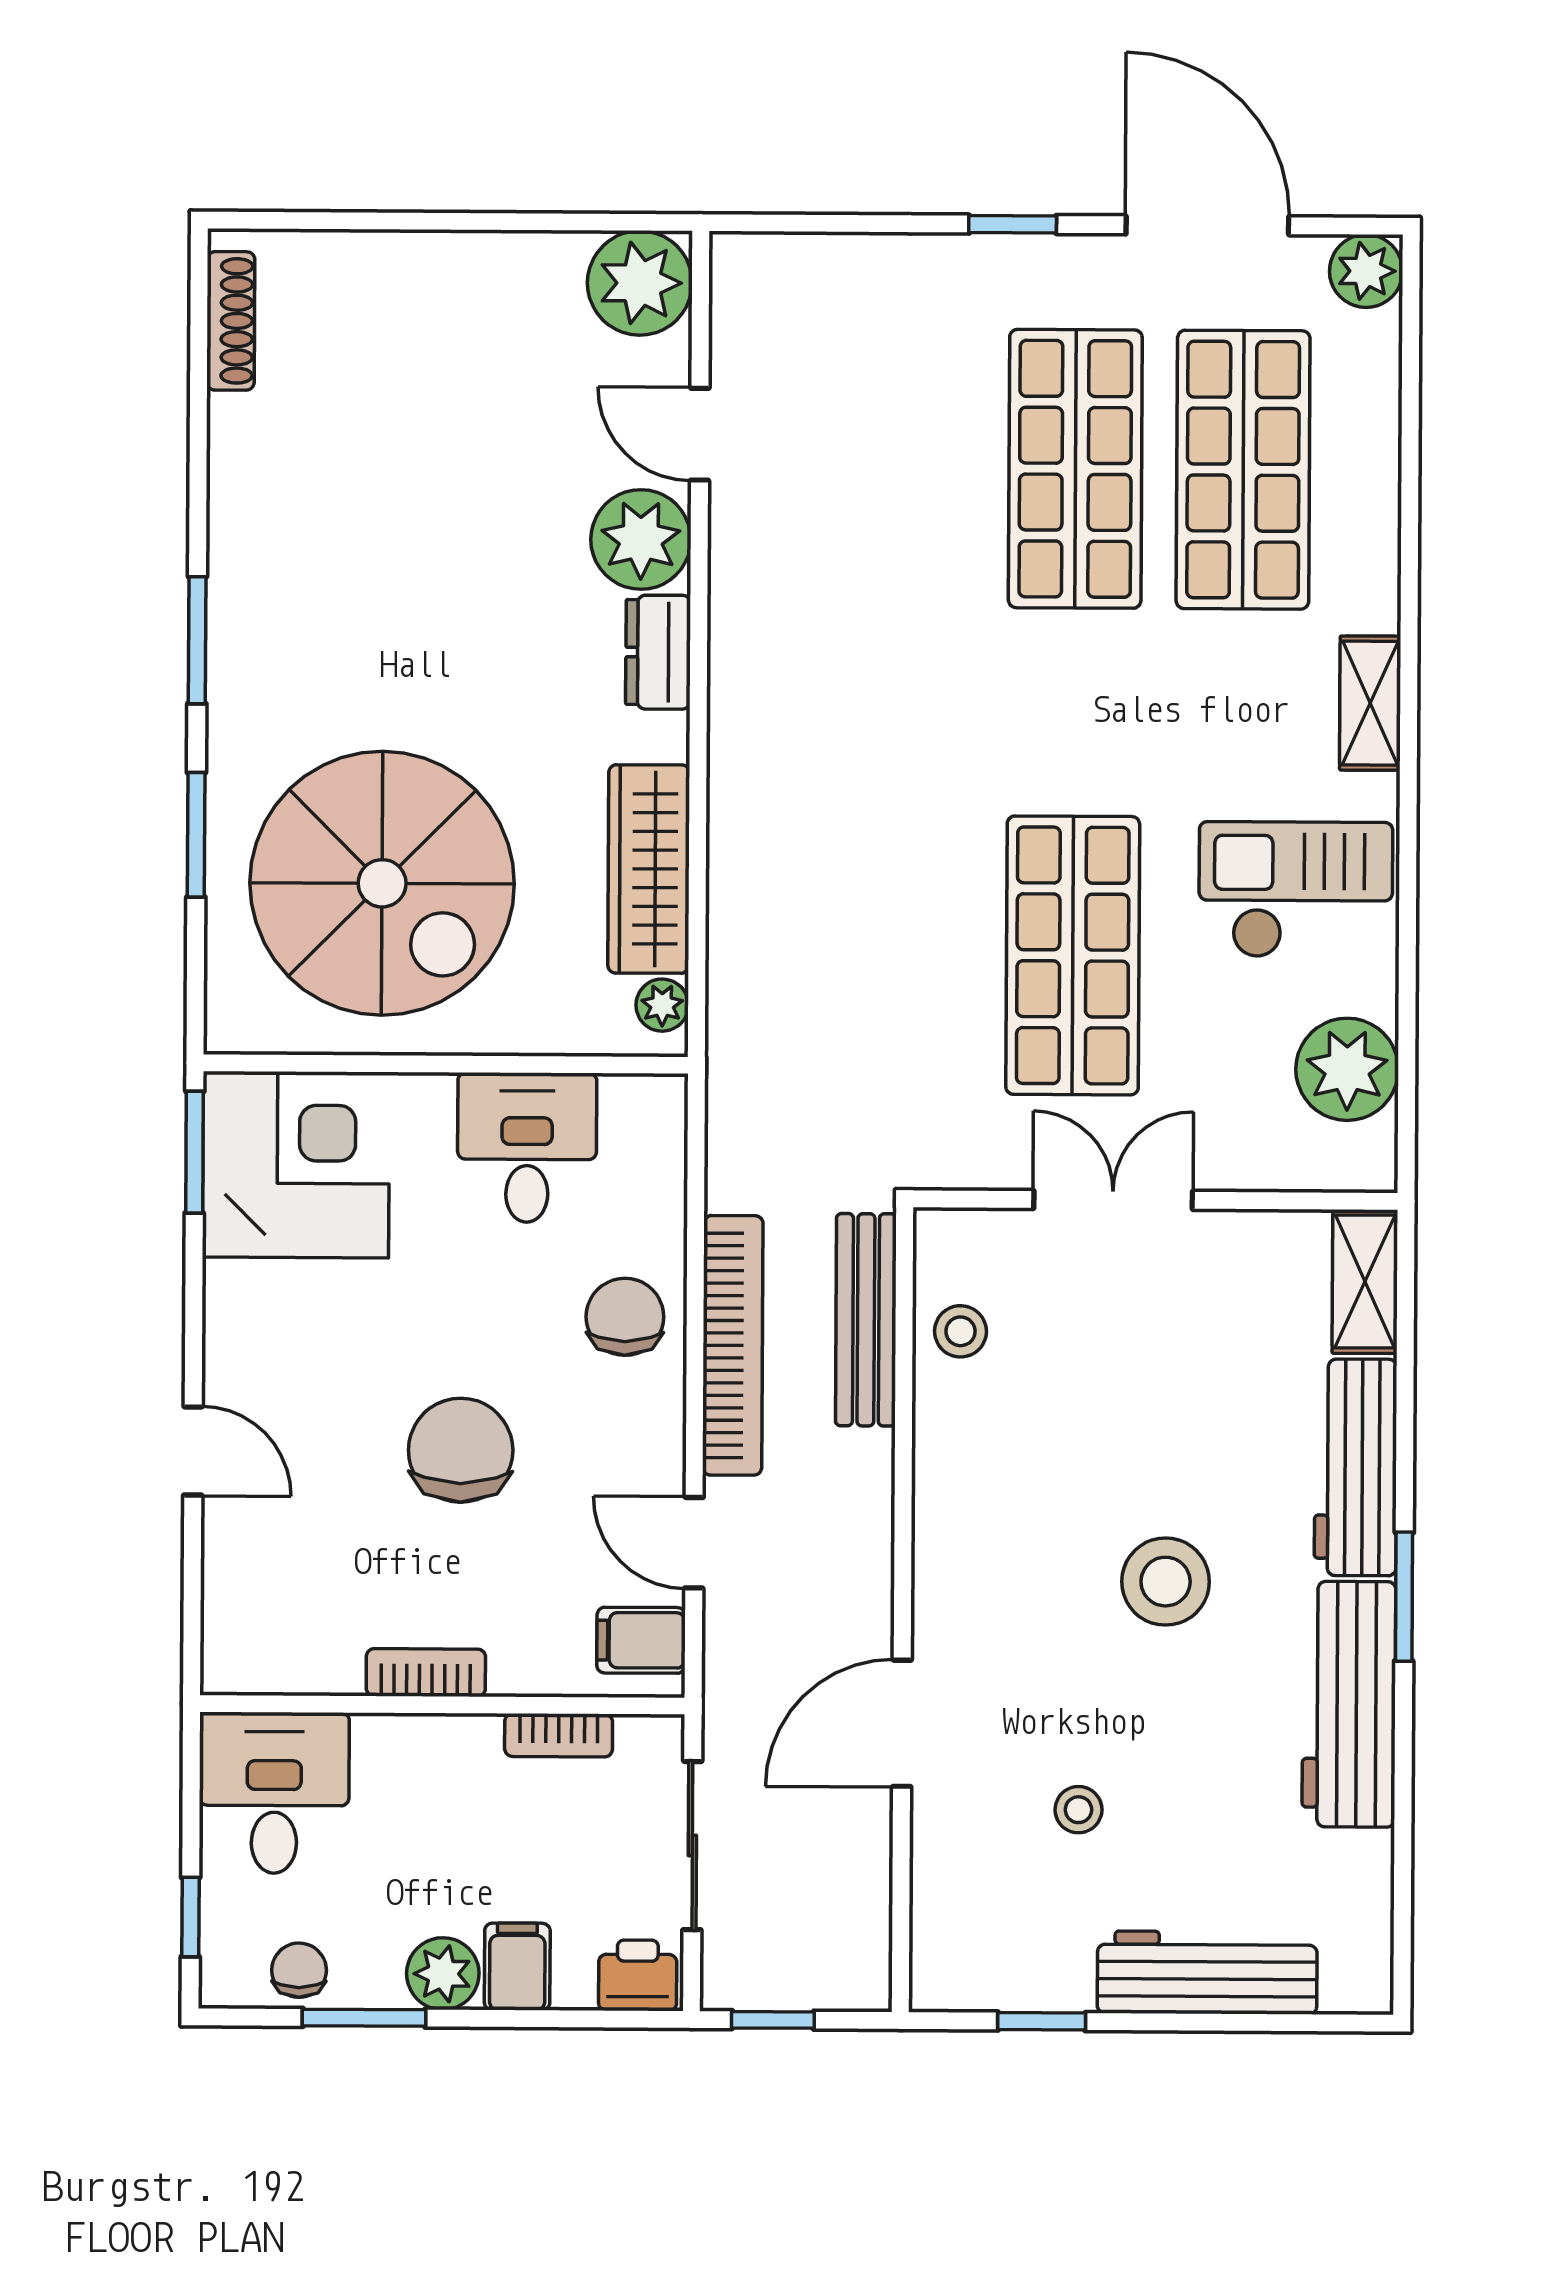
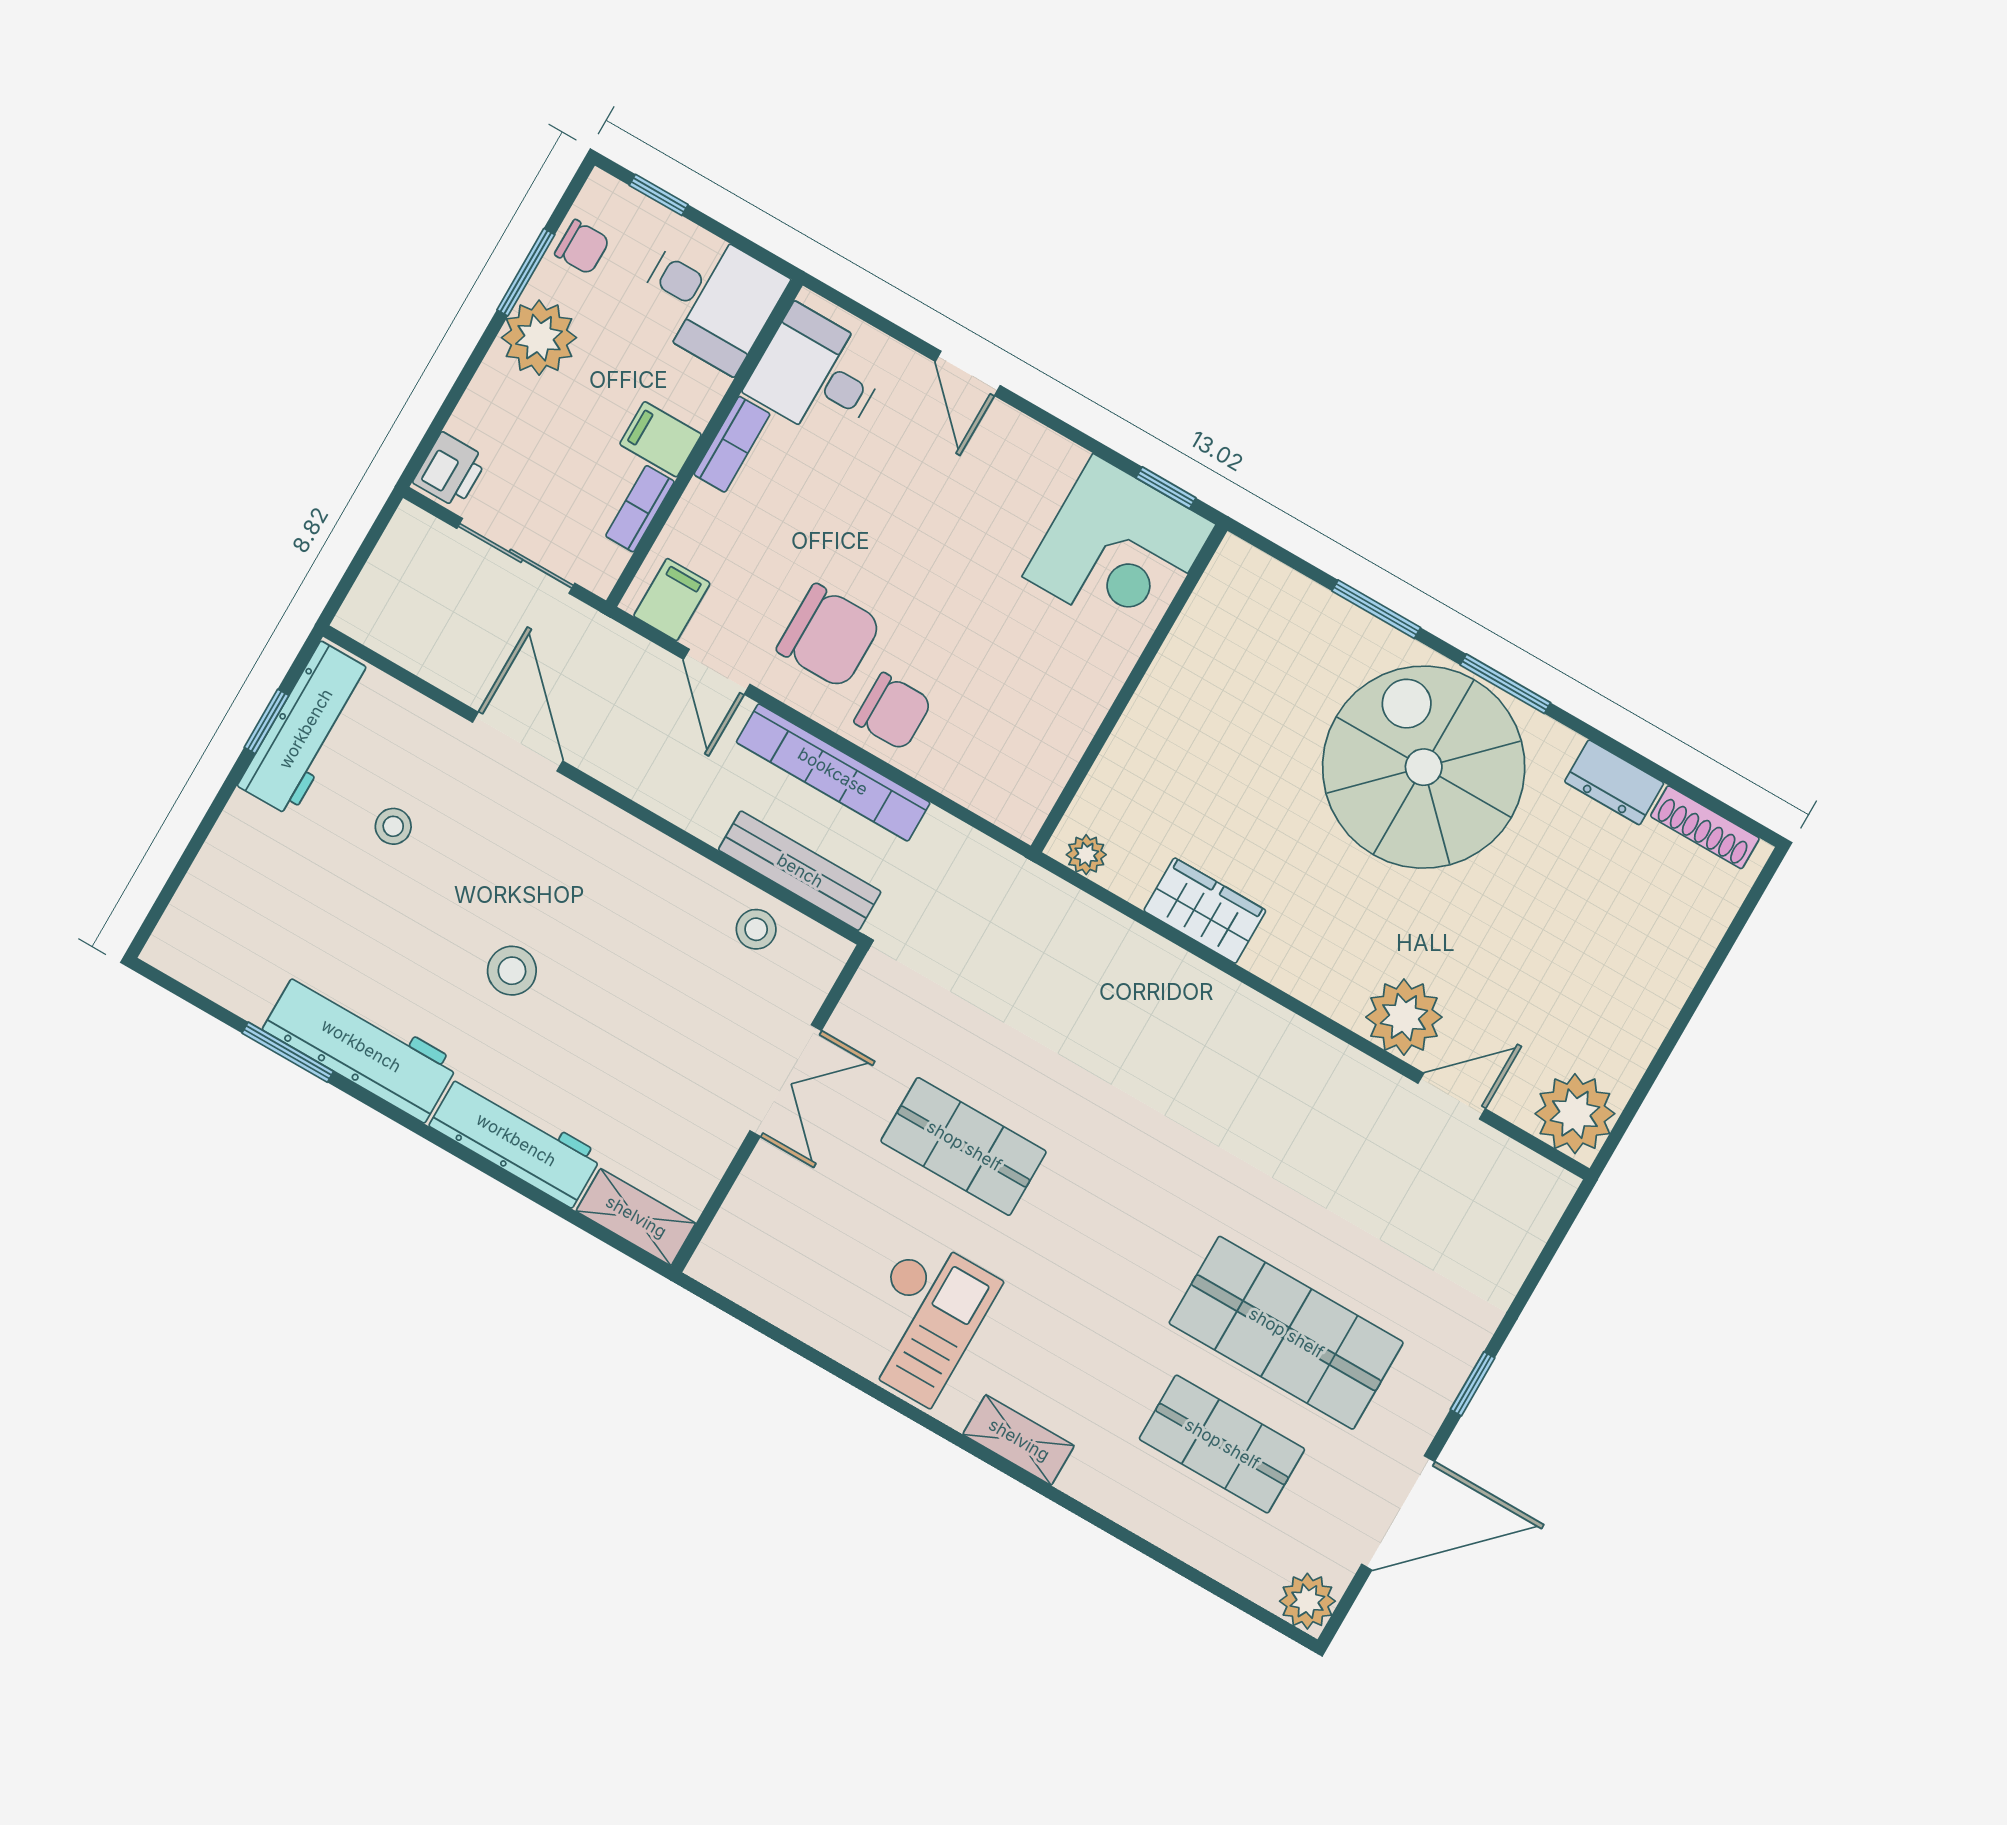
shop shelf: (1243, 470) -> (1222, 1444), width x0.70, depth x0.74
dresser: (658, 652) -> (1614, 782), moved, turned 180
wardrobe: (649, 869) -> (1205, 911), width x0.67
spiral stairs: (382, 883) -> (1424, 767), moved, turned 90
shop shelf: (1073, 955) -> (964, 1146), width x0.70, depth x0.74
plant: (1347, 1069) -> (784, 1286), removed
desk: (527, 1148) -> (817, 375), moved, turned 180
window: (194, 1152) -> (1166, 488), width x0.67
chair: (461, 1450) -> (829, 636), moved
door: (193, 1451) -> (968, 373), hinge flipped
door: (694, 1543) -> (717, 672), swing flipped
stool: (1166, 1582) -> (512, 971), width x0.73, depth x0.73
window: (1404, 1597) -> (288, 1052), moved
filing cabinet: (517, 1967) -> (661, 439), moved, turned 180
workbench: (1207, 1973) -> (306, 729), moved
plant: (443, 1974) -> (539, 338), width x1.36, depth x1.36
window: (773, 2020) -> (369, 543), removed

